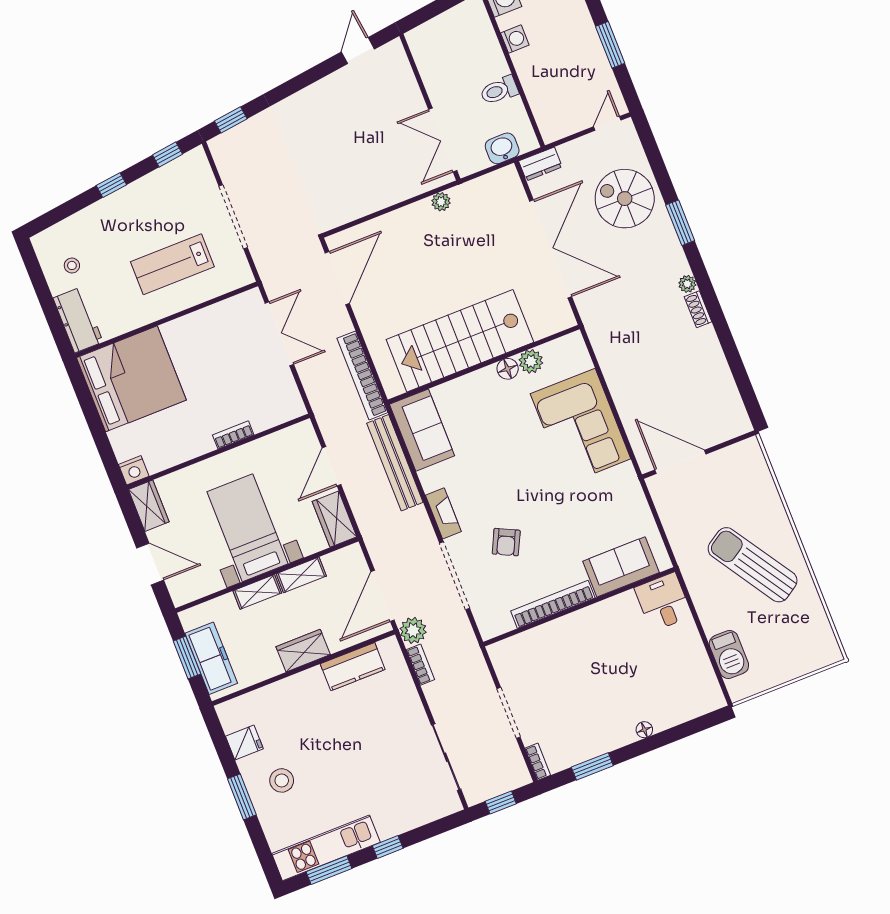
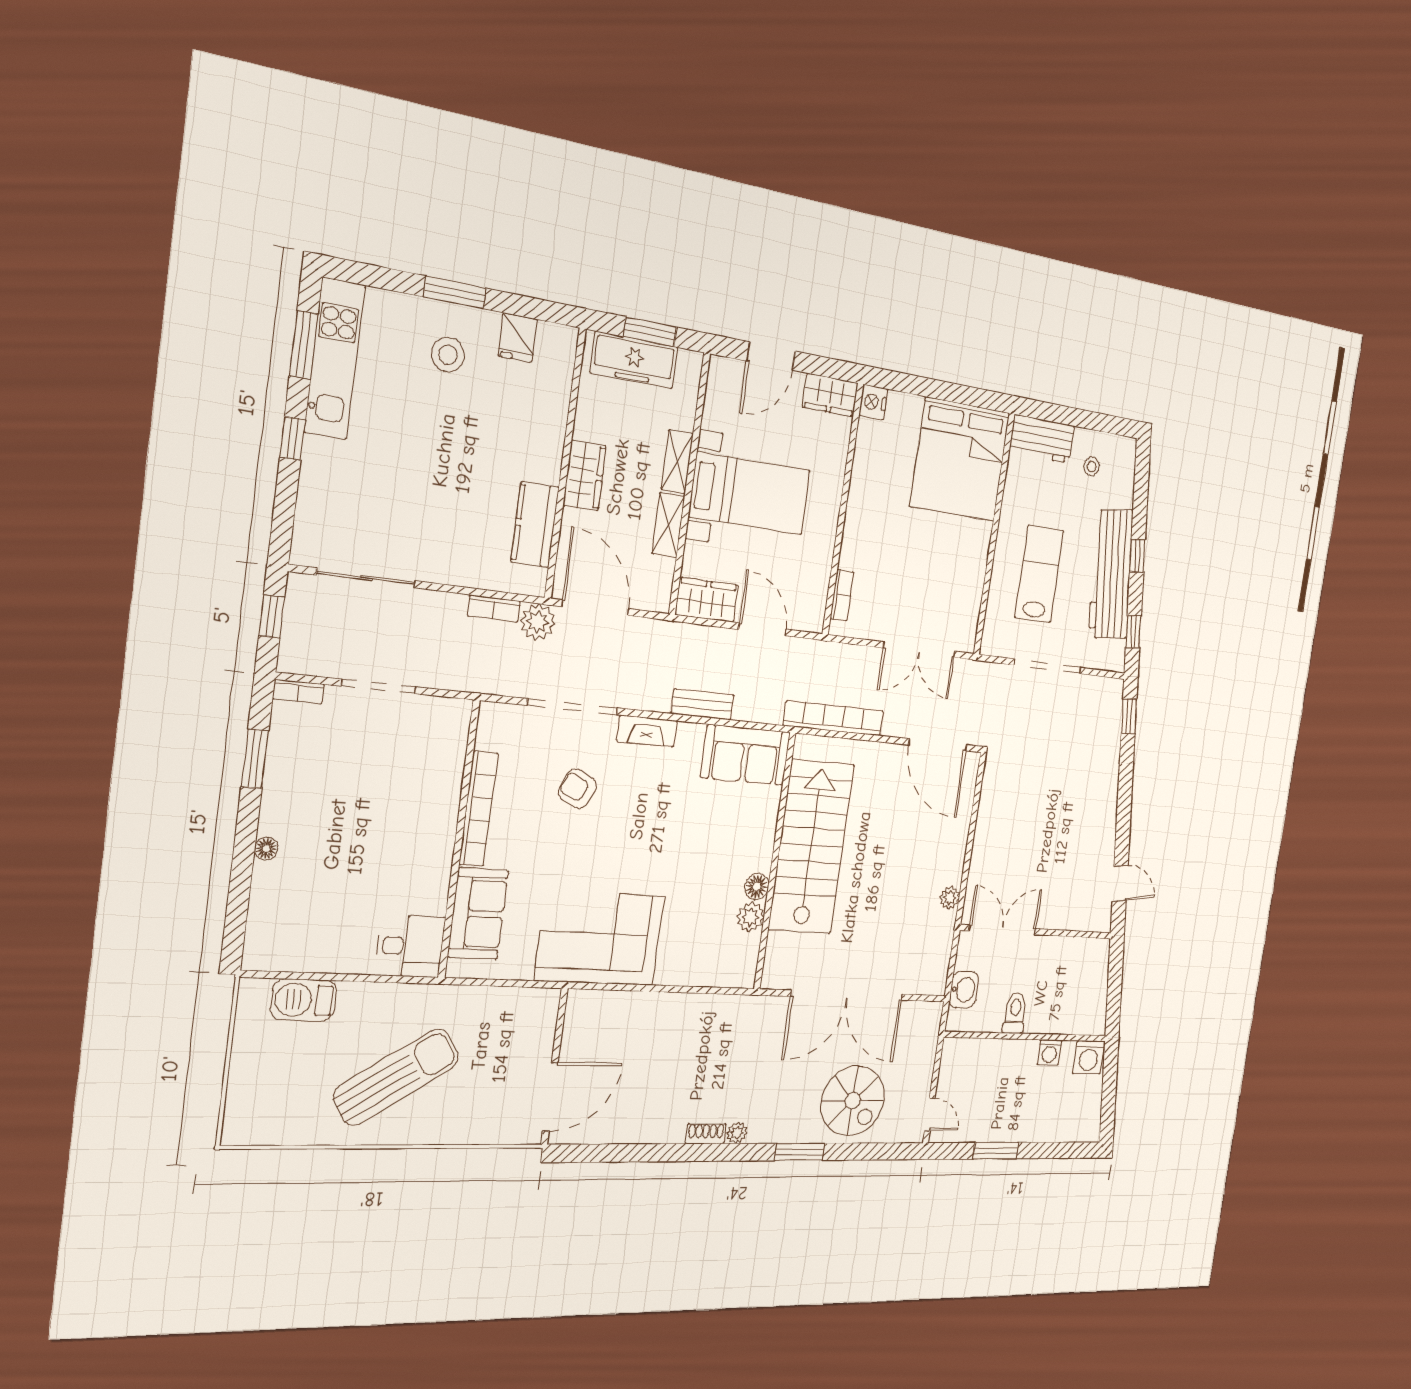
dresser: (540, 164) -> (930, 1024), removed
spiral stairs: (625, 199) -> (853, 1101), turned 90
workbench: (138, 201) -> (1111, 574), added
corner sofa: (581, 426) -> (600, 938), moved
bookcase: (233, 435) -> (842, 595), moved
door: (680, 462) -> (550, 1097), moved
bench: (395, 463) -> (702, 704), width x0.54, depth x0.82

